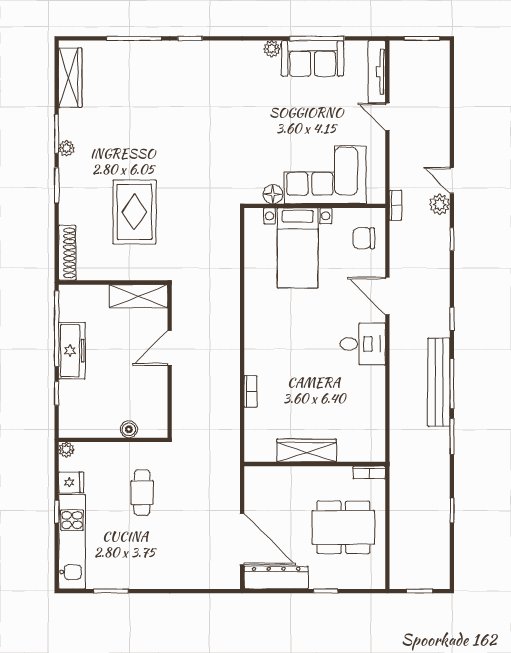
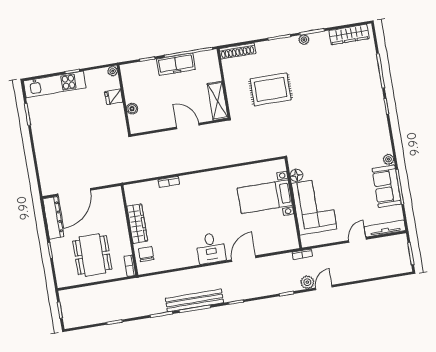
chair: (364, 238) -> (146, 254), moved
fridge: (71, 482) -> (114, 97), moved, turned 90
cafe table: (142, 493) -> (93, 124), removed

